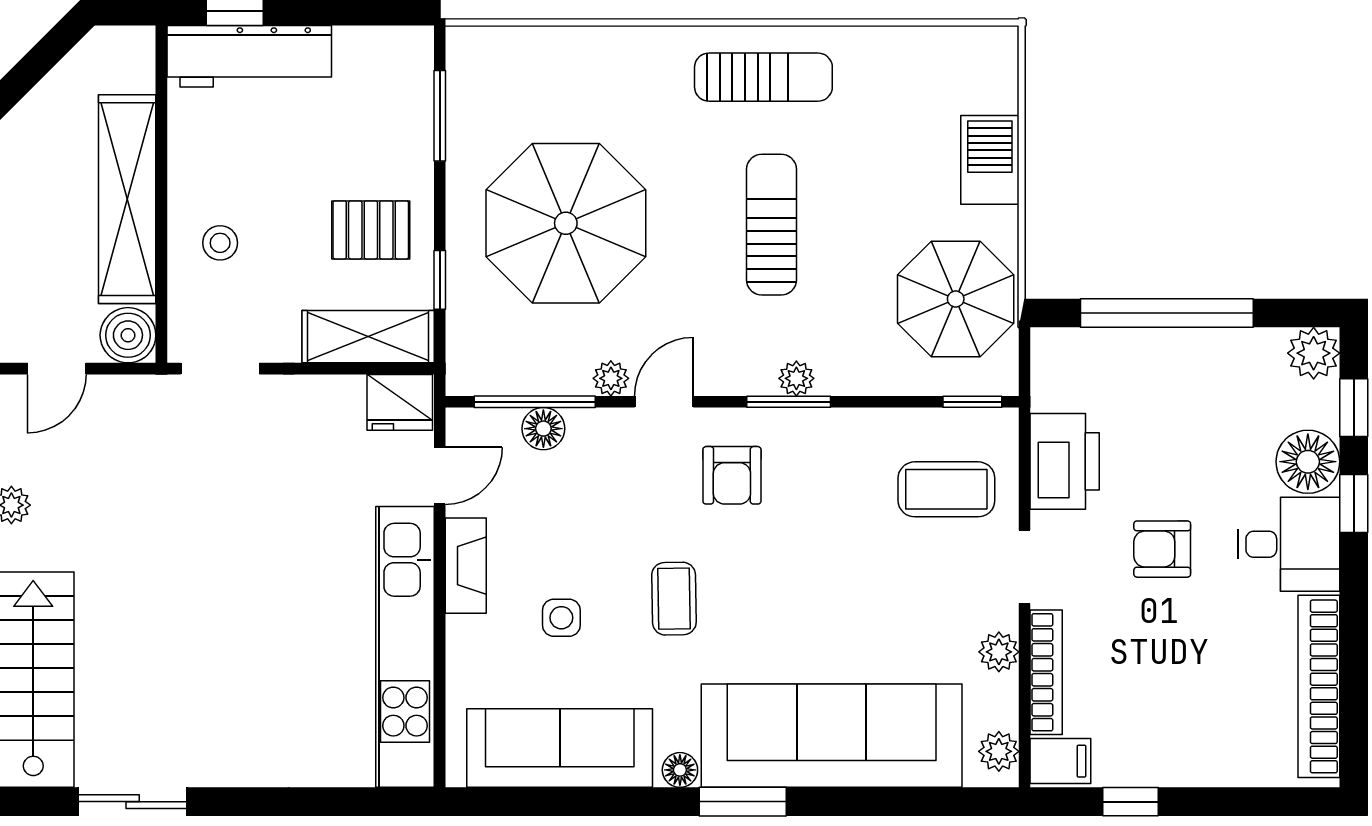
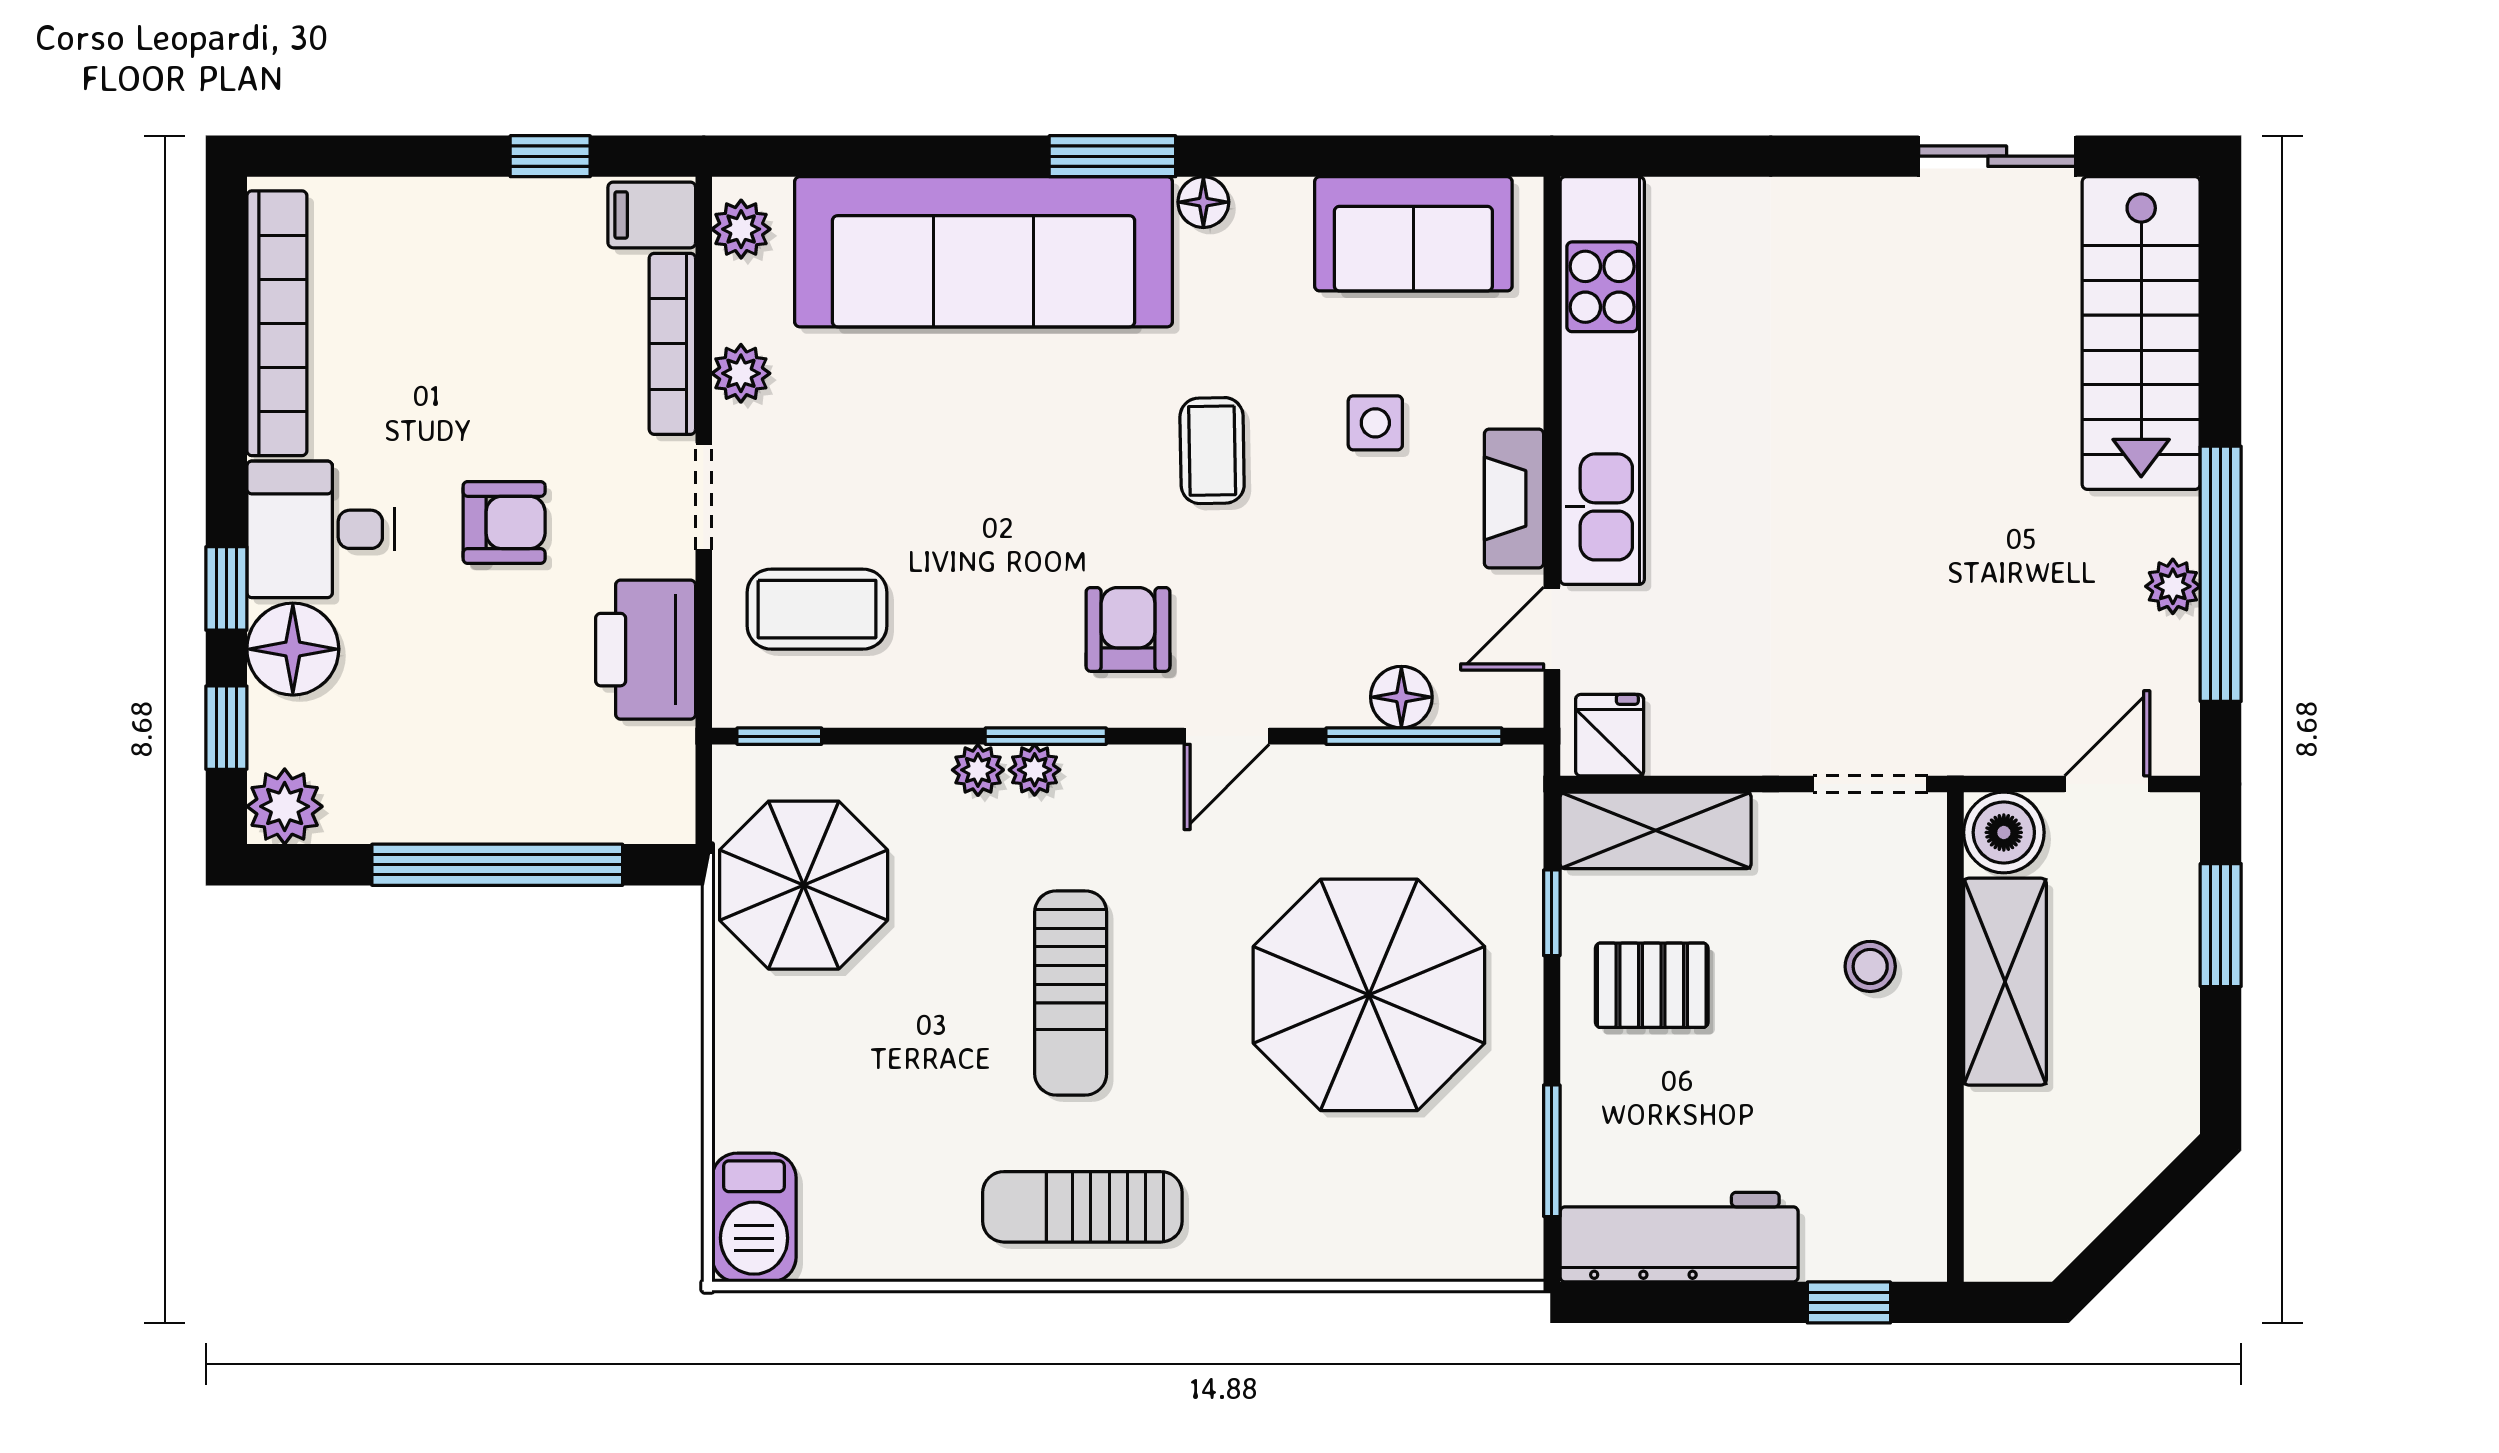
workbench: (249, 56) -> (1679, 1237), moved
barbecue: (990, 160) -> (754, 1217), moved
shelving: (127, 199) -> (2005, 982), width x0.68
plant: (611, 378) -> (978, 770), moved
fridge: (400, 402) -> (1610, 735), width x0.72
sofa: (560, 748) -> (1413, 234), width x0.73

